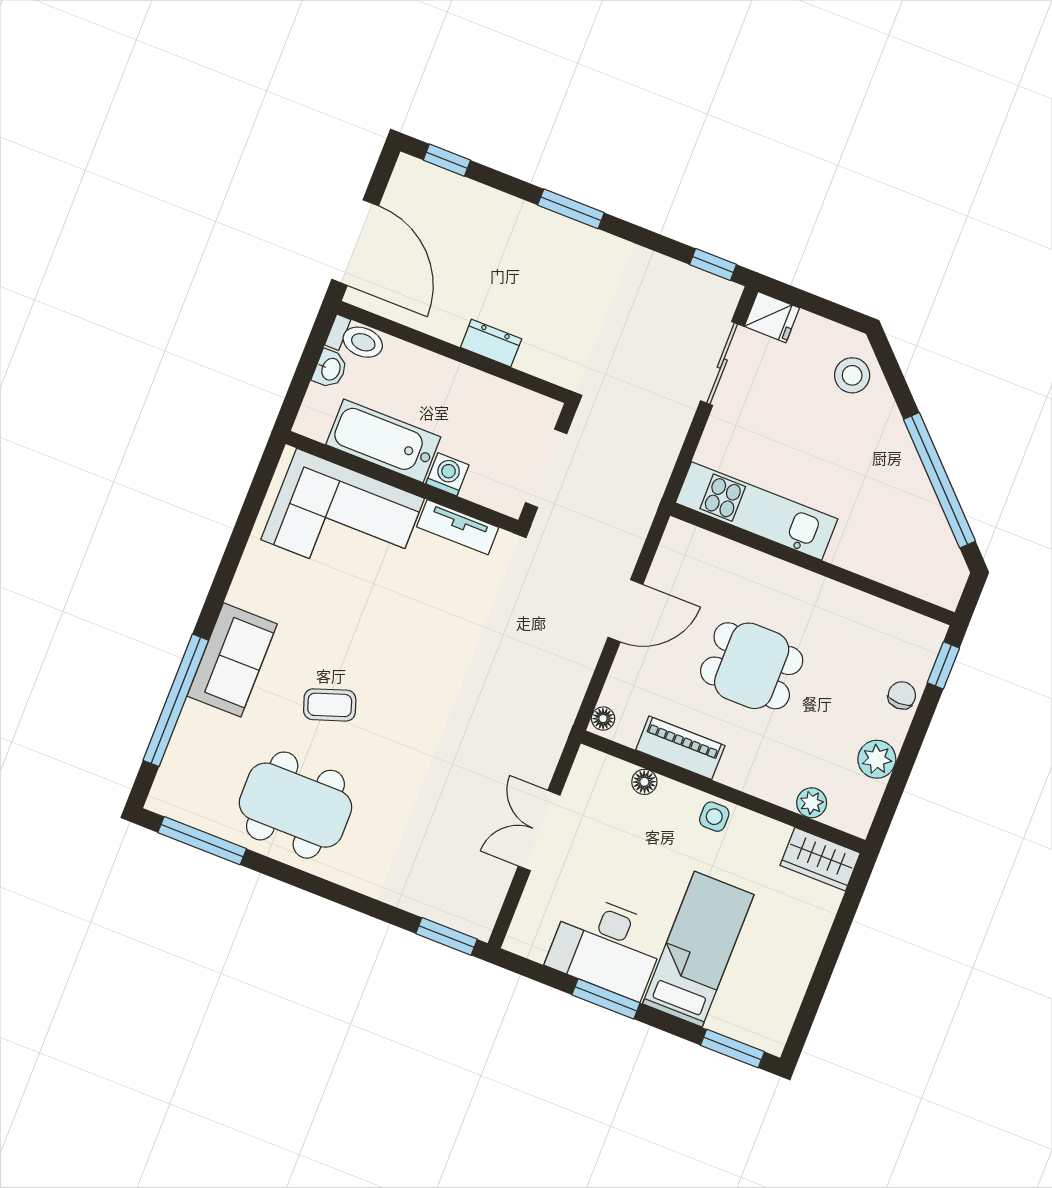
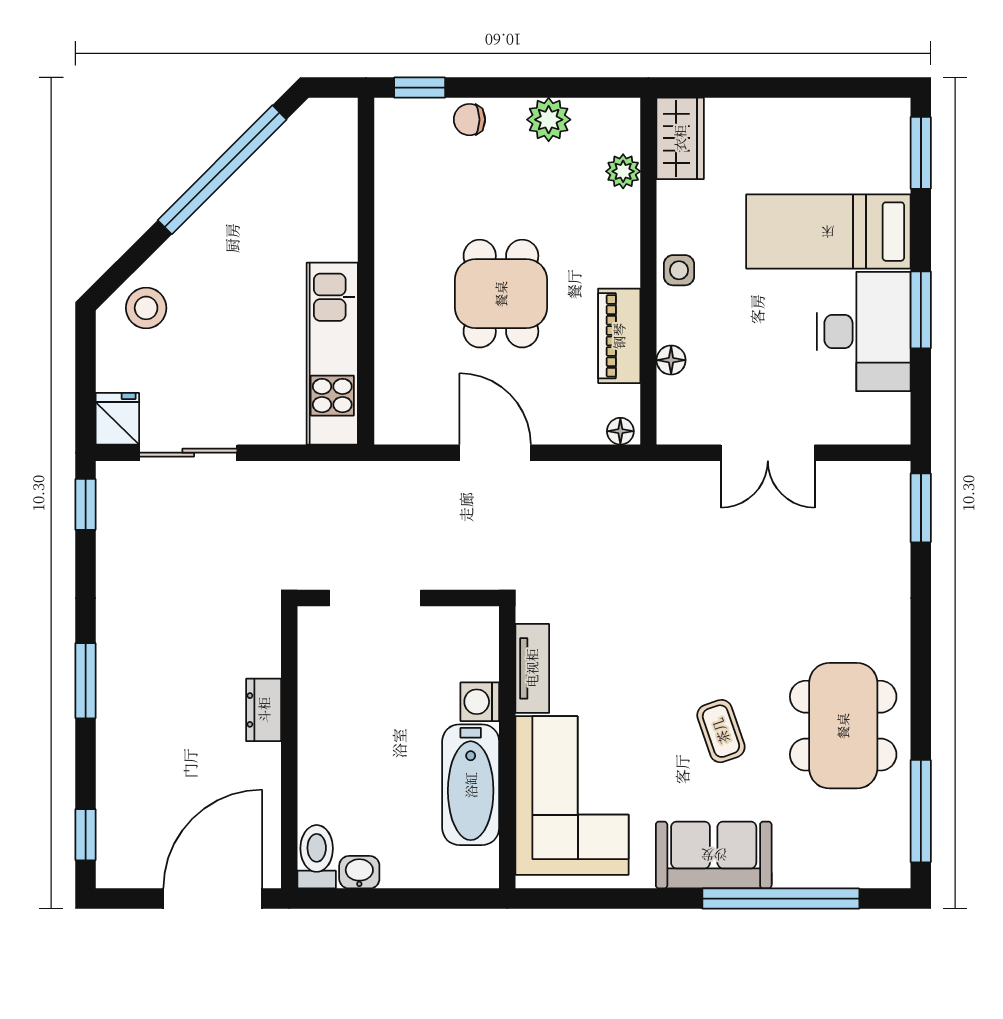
bathtub: (383, 441) -> (471, 785), moved
washing machine: (447, 474) -> (480, 702), moved
wall: (402, 482) -> (507, 747), moved
corner sofa: (343, 519) -> (572, 796), moved
tv unit: (458, 527) -> (532, 668), moved

